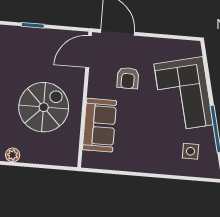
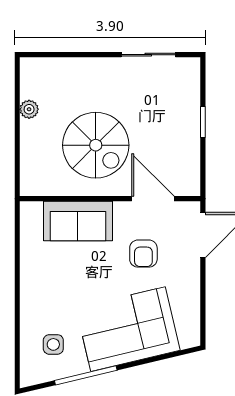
door: (89, 52) -> (153, 199), moved
armchair: (128, 78) -> (143, 254), turned -90

